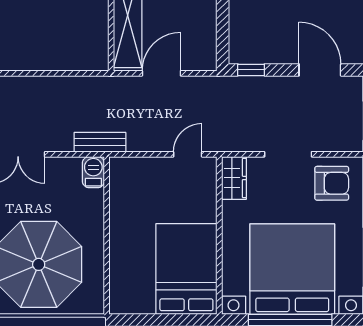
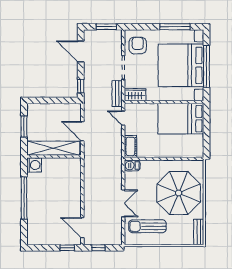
door: (320, 70) -> (81, 51), hinge flipped
bench: (100, 142) -> (117, 94), moved
cot: (131, 169) -> (130, 146), added

